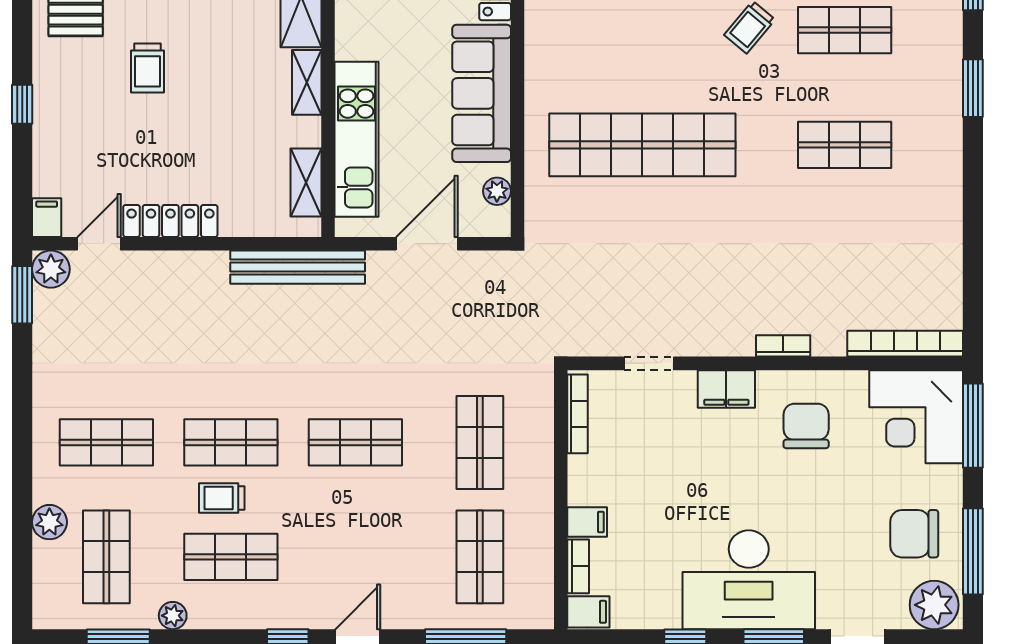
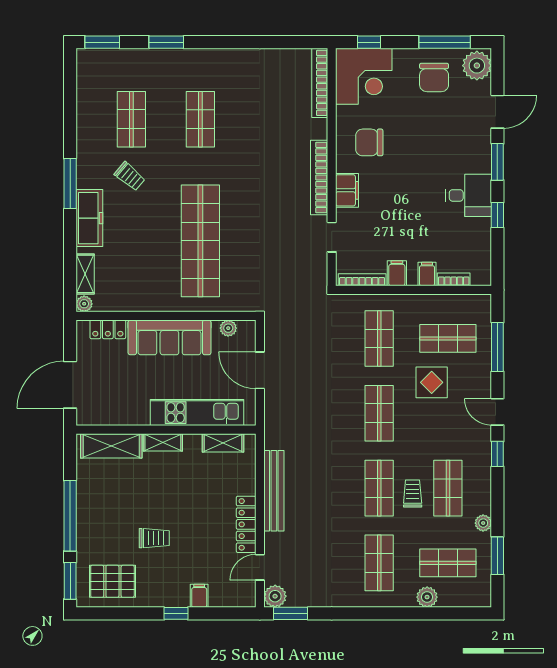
filing cabinet: (47, 218) -> (199, 596), moved, turned 90
door: (99, 244) -> (260, 567), hinge flipped
bench: (298, 267) -> (274, 491), moved
bookcase: (783, 346) -> (319, 177), width x2.31, depth x1.31
window: (973, 426) -> (369, 42), width x0.46
shop shelf: (480, 442) -> (379, 338), turned 90
trolley: (222, 498) -> (413, 494), turned 180
display table: (407, 530) -> (432, 382), added
desk: (749, 580) -> (469, 195), width x0.53, depth x0.77
filing cabinet: (588, 612) -> (397, 273), moved

